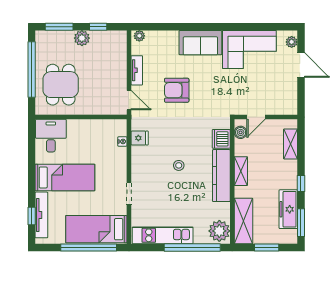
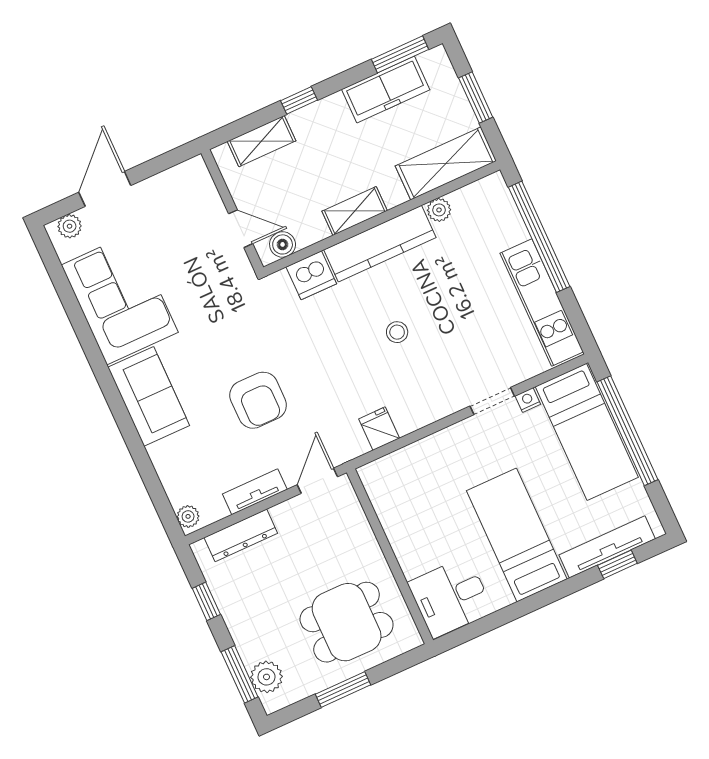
plant: (82, 38) -> (266, 677), moved
dresser: (120, 55) -> (241, 535), added
window: (32, 69) -> (343, 689), width x0.47
nightstand: (122, 141) -> (528, 400), moved
window: (301, 183) -> (299, 100), moved
plant: (219, 231) -> (439, 210), moved, width x0.53, depth x0.53

